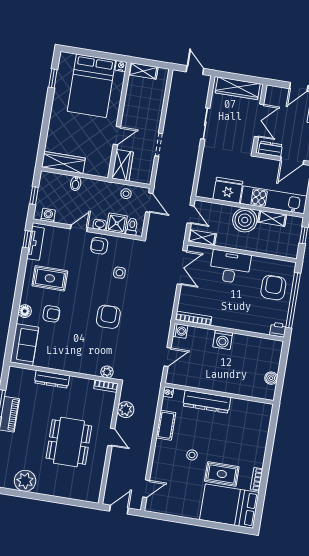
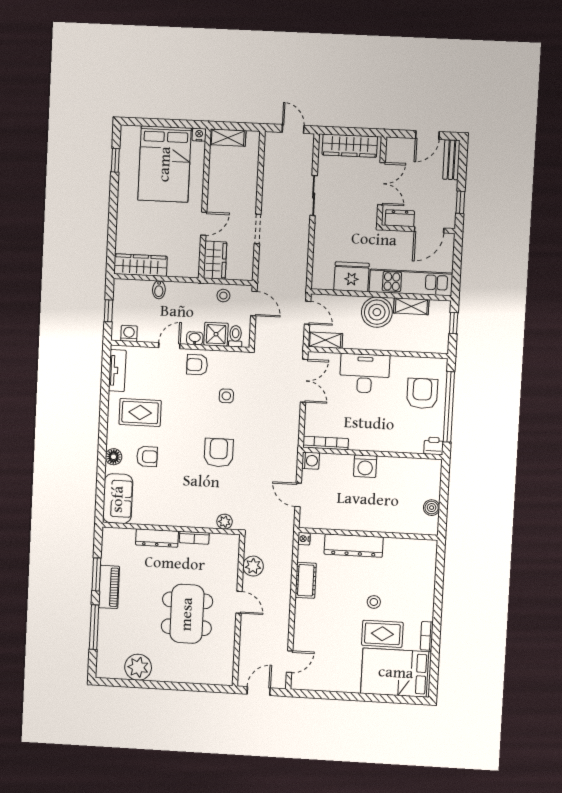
window: (27, 239) -> (106, 367), removed
door: (167, 357) -> (298, 495), swing flipped
bookcase: (106, 386) -> (194, 538), moved
stool: (192, 455) -> (374, 602), moved

